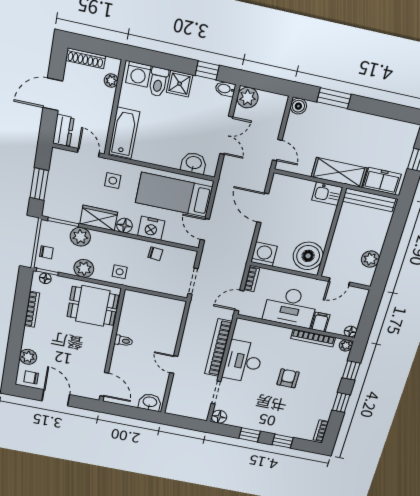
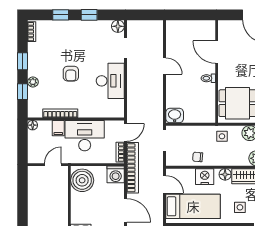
plant: (370, 259) -> (35, 188), removed
plant: (346, 345) -> (33, 82), moved
bookcase: (218, 348) -> (133, 168), moved
door: (104, 384) -> (217, 52), moved
washbasin: (150, 402) -> (175, 116), moved, turned 180

